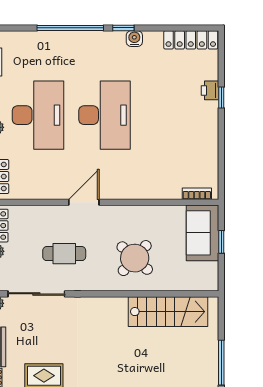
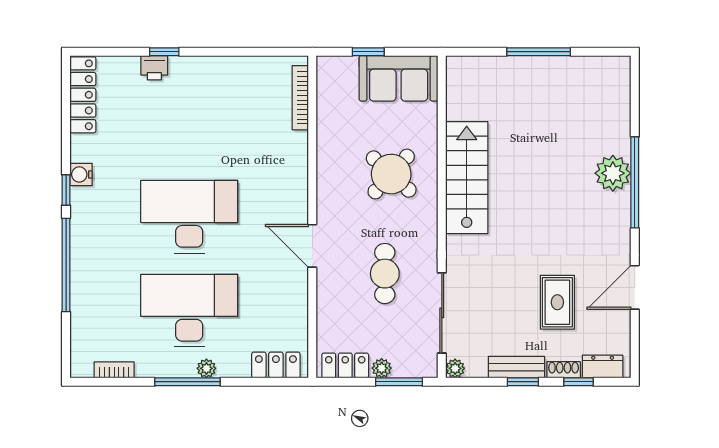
bookcase: (197, 194) -> (300, 98), width x1.56
sofa: (202, 233) -> (399, 78), moved
stairs: (168, 312) -> (467, 178), moved

